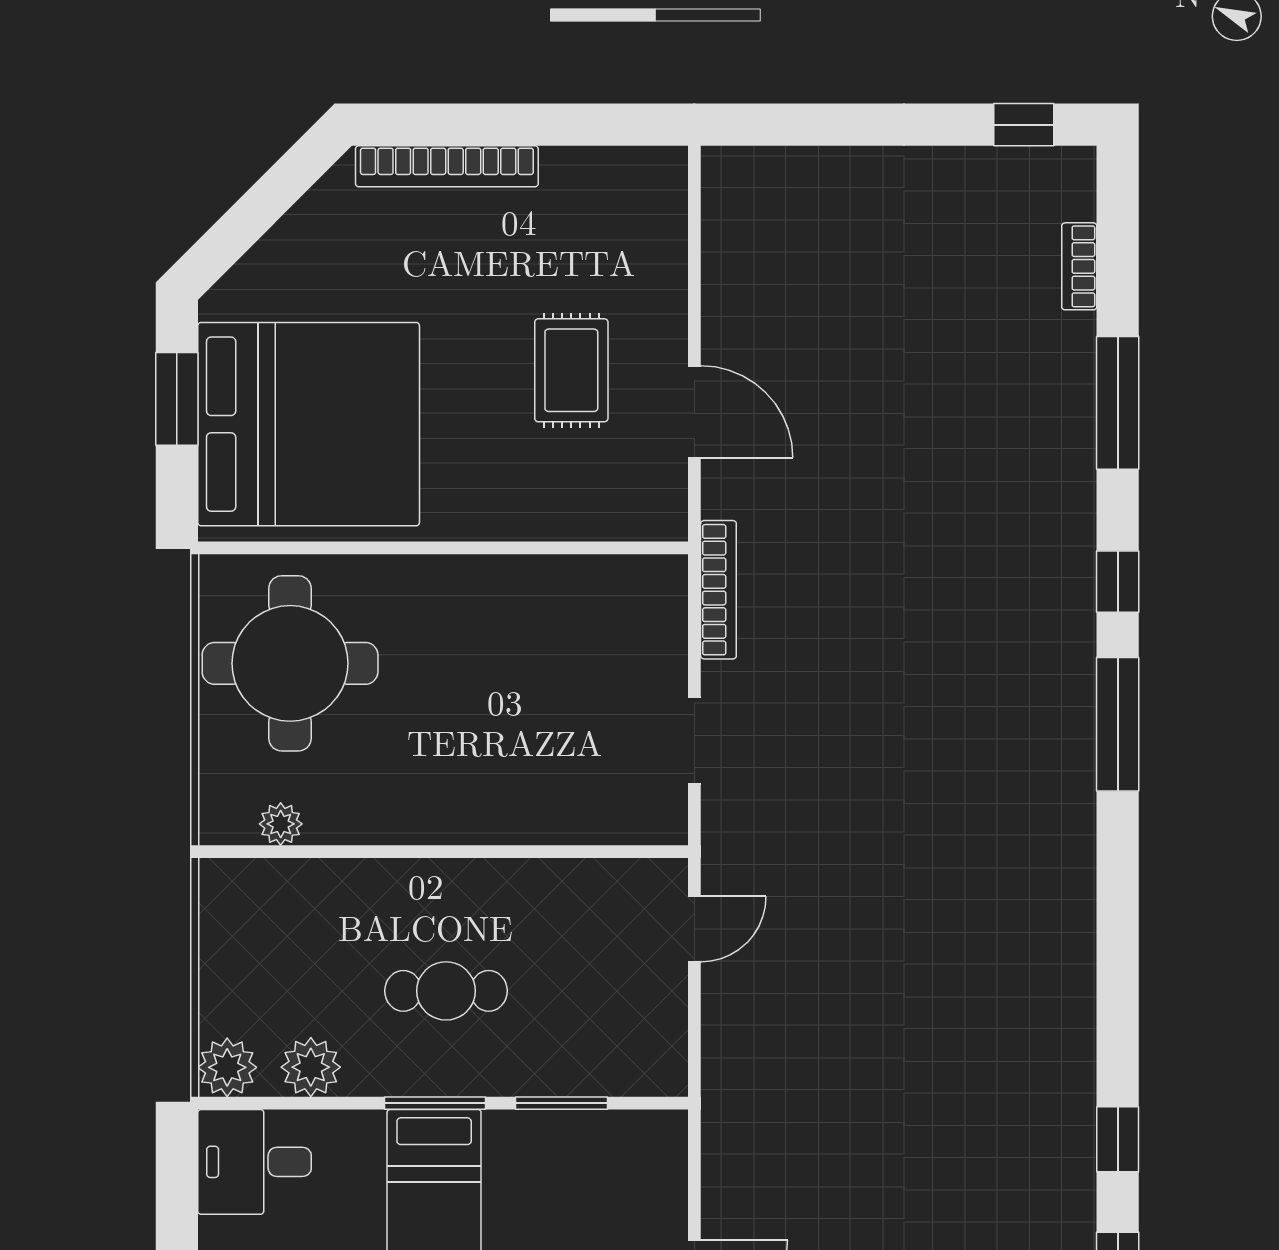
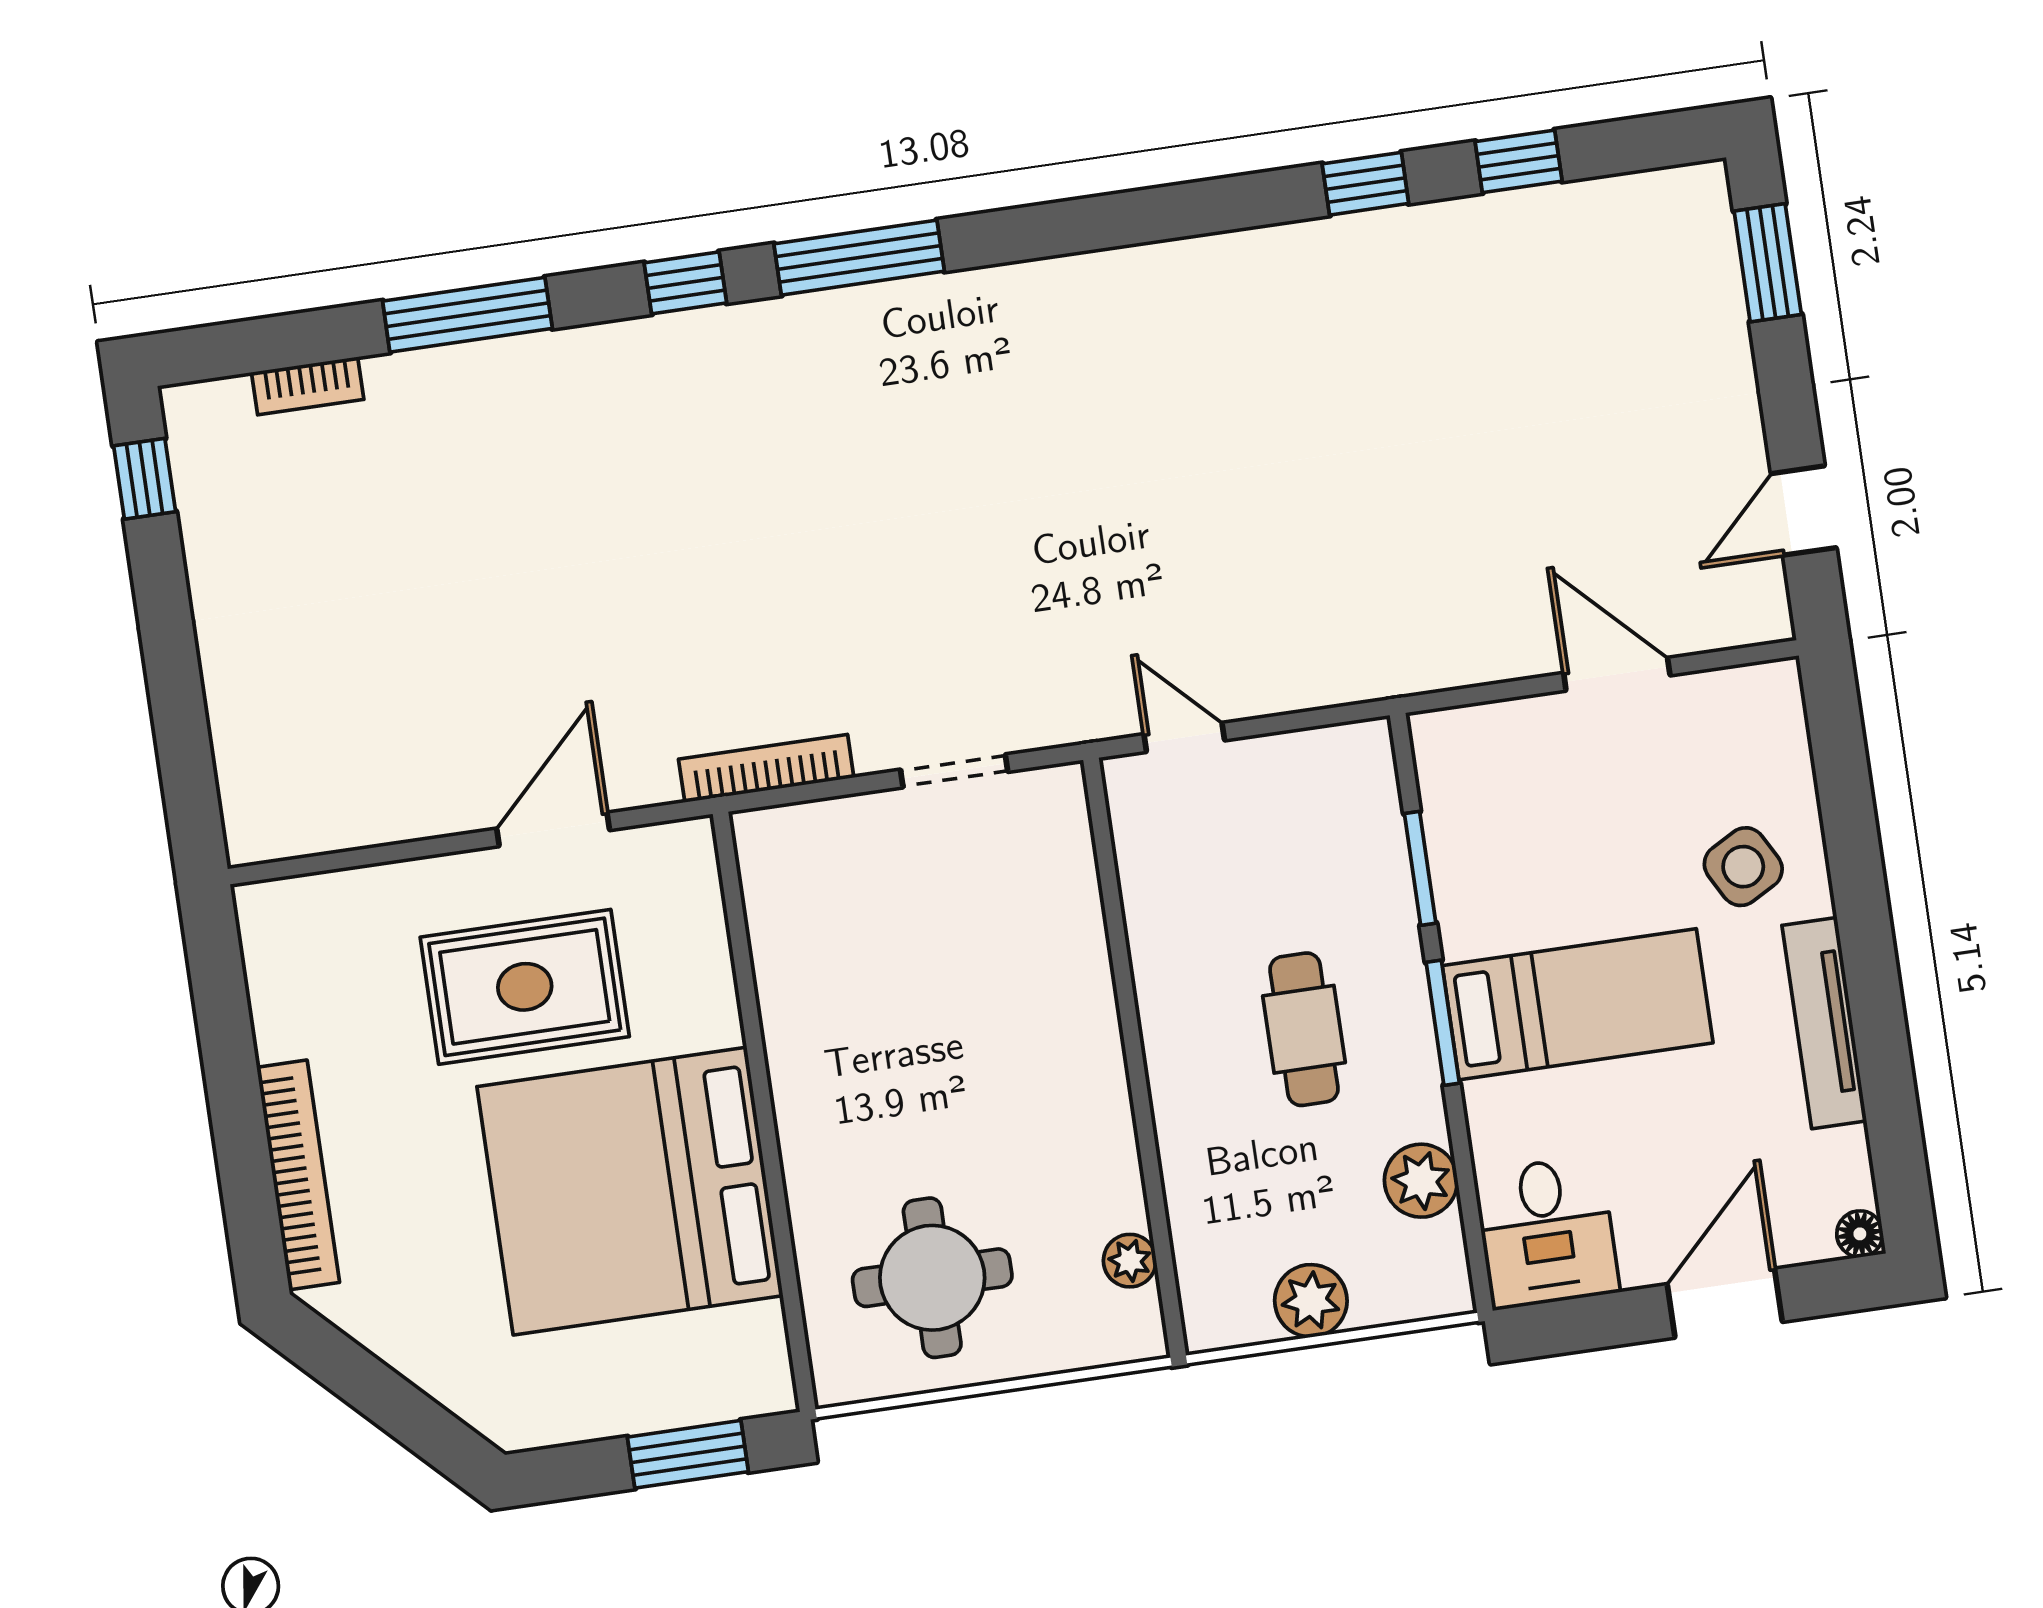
rug: (571, 370) -> (525, 987), width x1.36, depth x1.43
window: (177, 399) -> (688, 1454), moved
bed: (309, 424) -> (630, 1191), moved, turned -90
round table: (290, 663) -> (932, 1278), width x0.73, depth x0.73
plant: (227, 1067) -> (1311, 1301), moved

